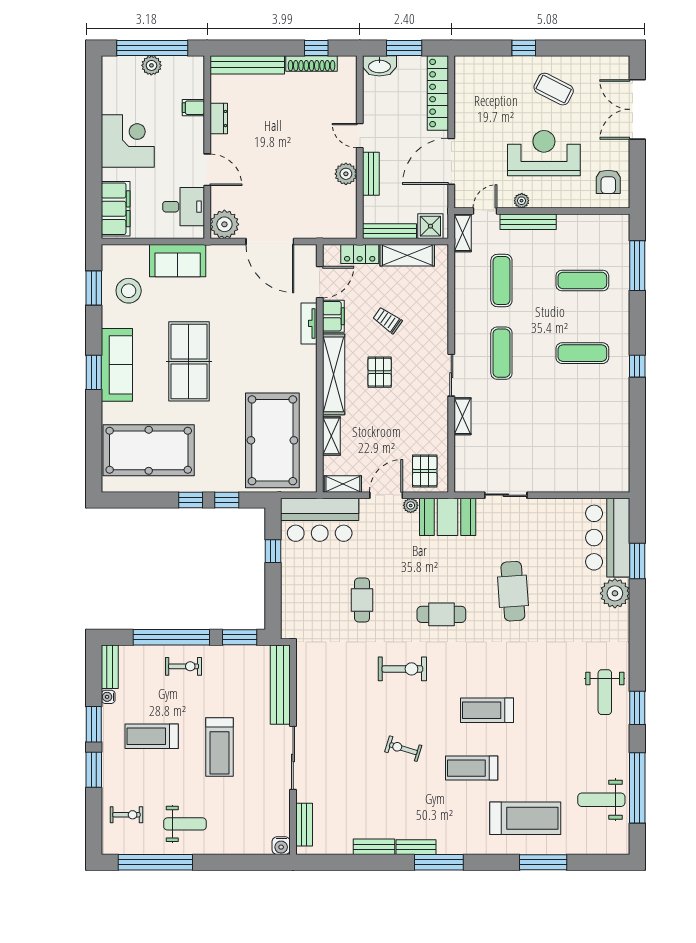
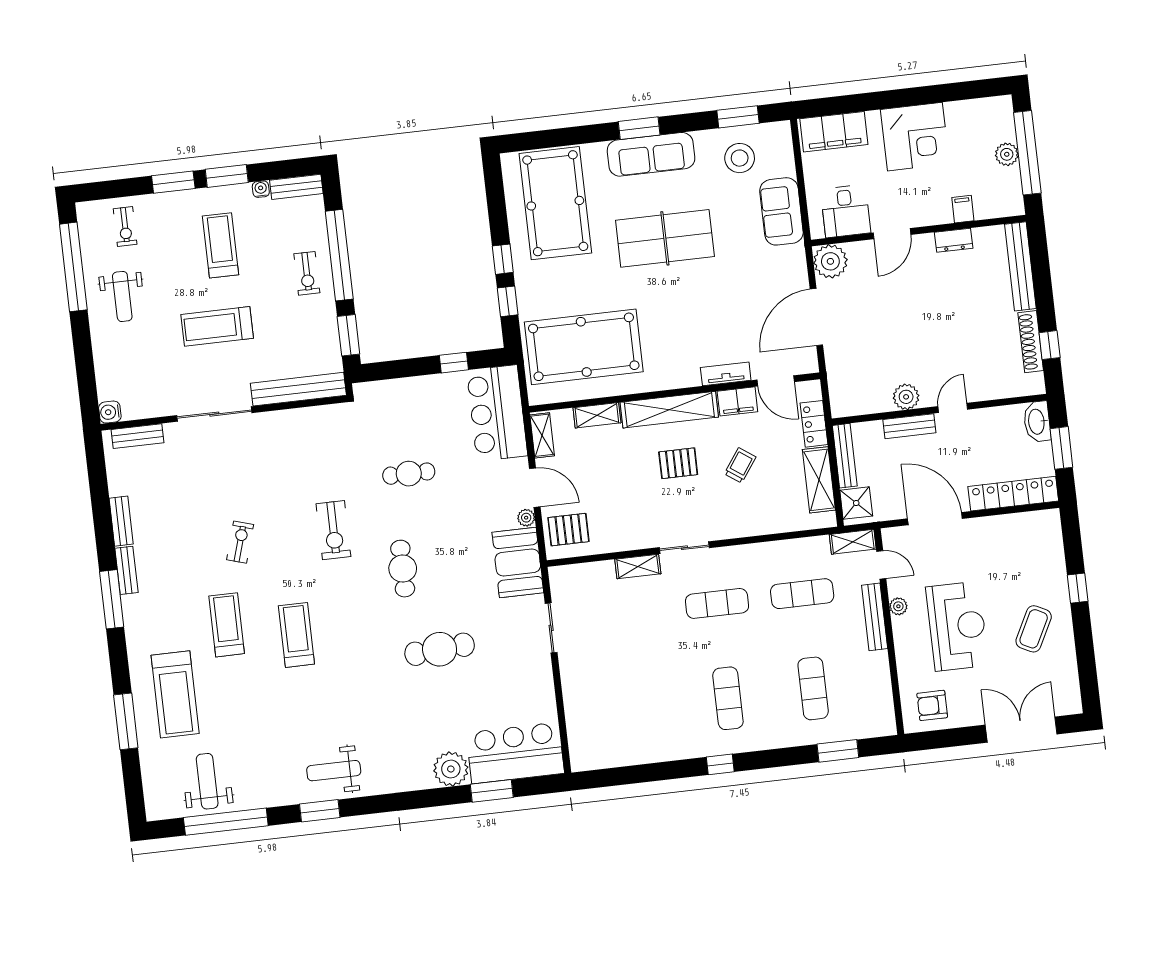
window: (637, 266) -> (838, 751), width x0.69

